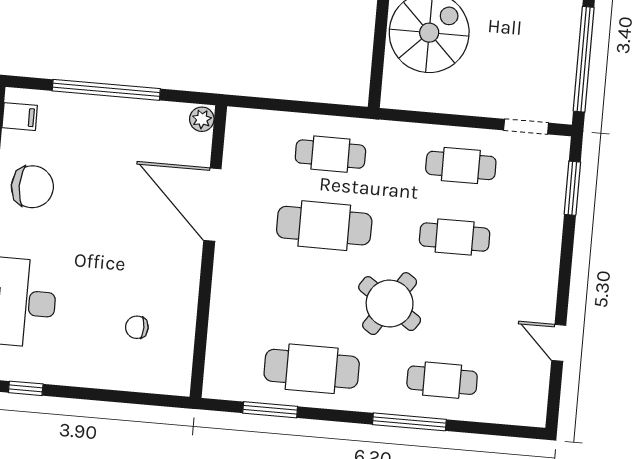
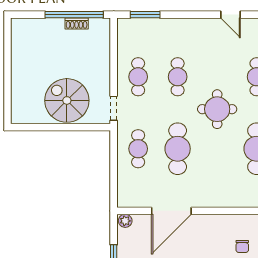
shoe rack: (567, 62) -> (77, 23), added
doorway: (526, 127) -> (114, 108), moved
round table: (390, 304) -> (217, 109), turned -34
door: (559, 343) -> (231, 15), hinge flipped

